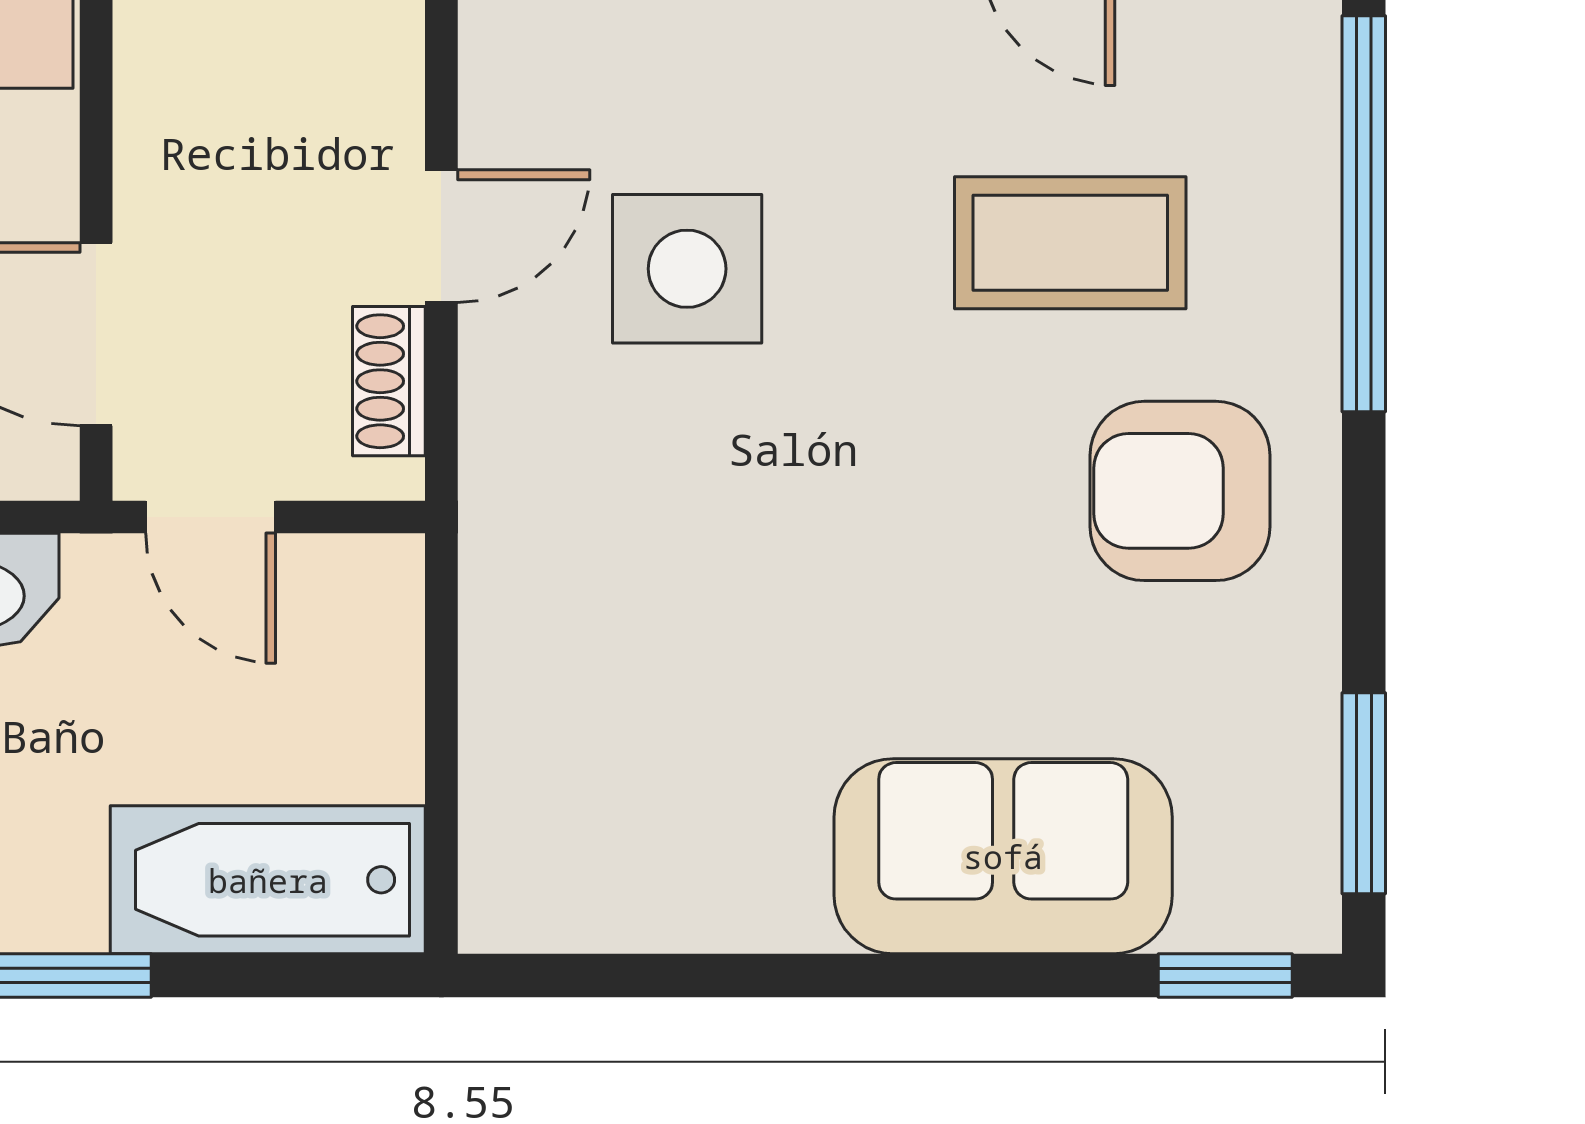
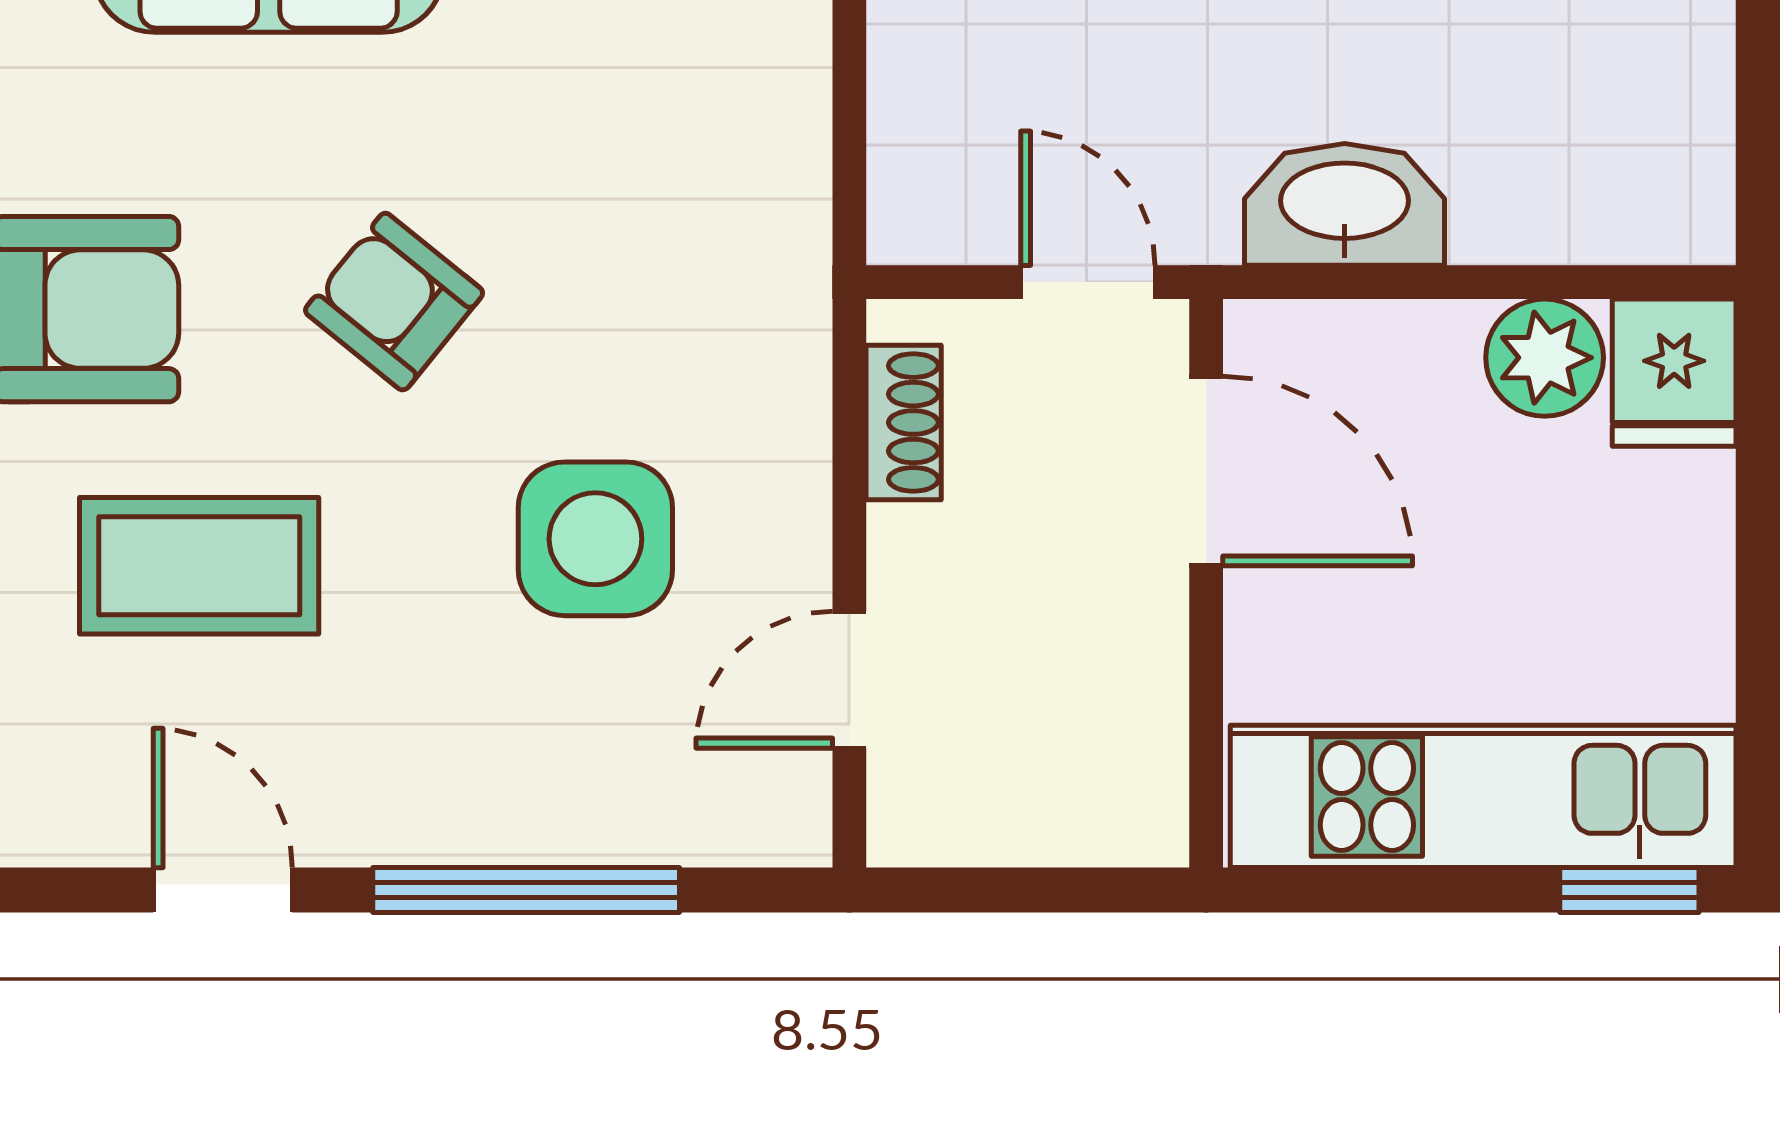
door: (441, 236) -> (849, 680), moved
armchair: (882, 498) -> (394, 302), added

